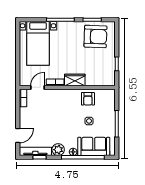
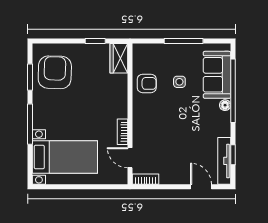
wardrobe: (75, 80) -> (119, 58), moved
plant: (58, 150) -> (222, 127), removed

